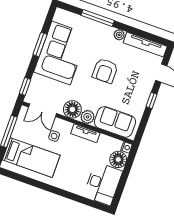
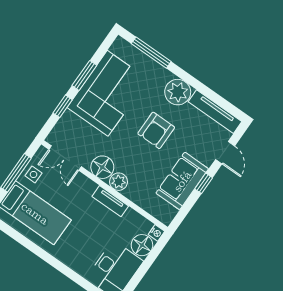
window: (98, 18) -> (151, 53), moved
plant: (119, 35) -> (178, 92), width x1.88, depth x1.88
window: (25, 86) -> (63, 106), moved
sofa: (115, 122) -> (182, 181), moved, turned -90
side table: (54, 136) -> (34, 174), moved

